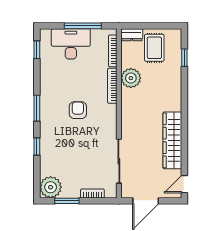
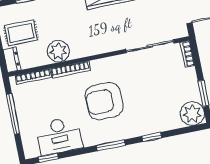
desk: (71, 44) -> (59, 136), moved, turned -90
armchair: (78, 110) -> (104, 101), width x1.88, depth x1.88
bookcase: (92, 193) -> (187, 54), moved

